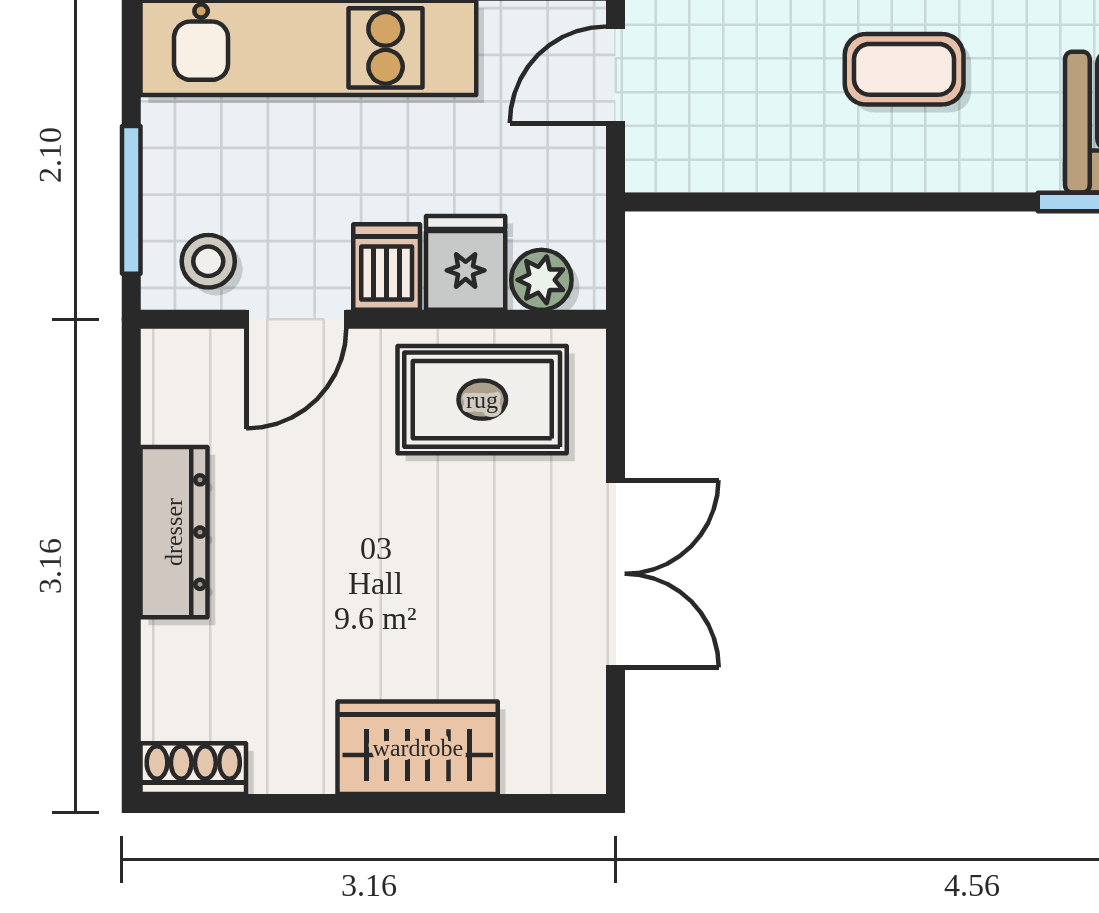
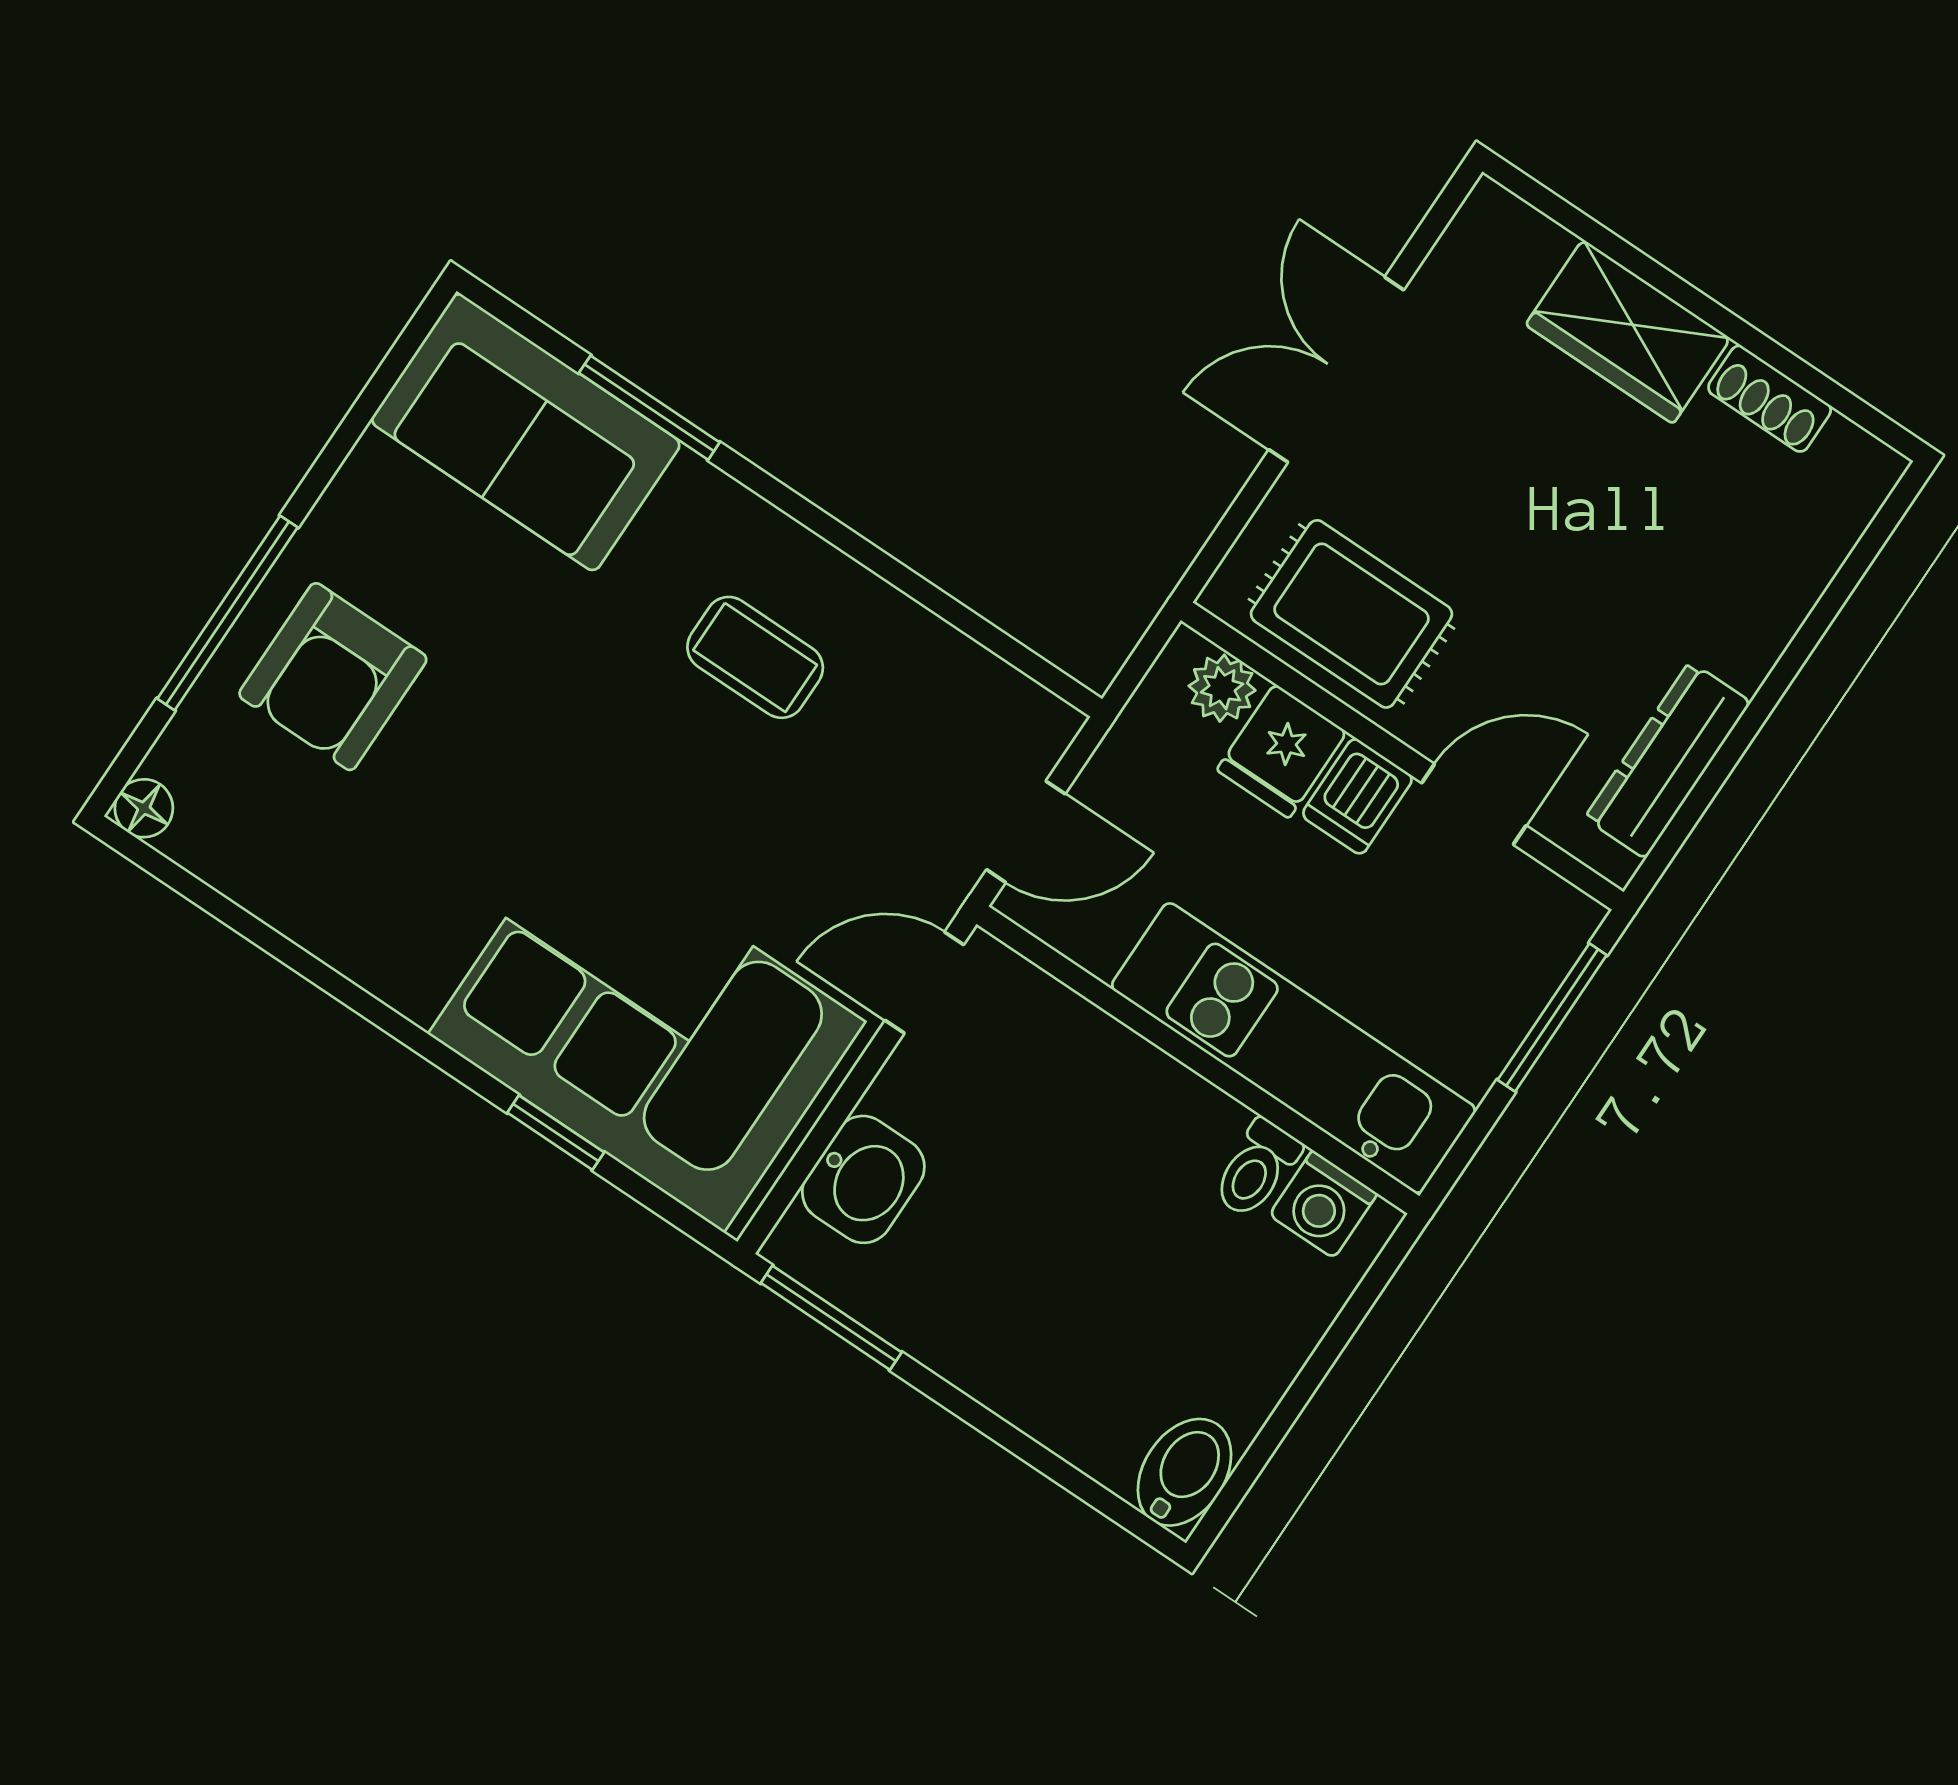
stool: (208, 261) -> (1519, 913), removed
dresser: (174, 532) -> (1668, 760), moved
shoe rack: (193, 769) -> (1770, 399), moved

